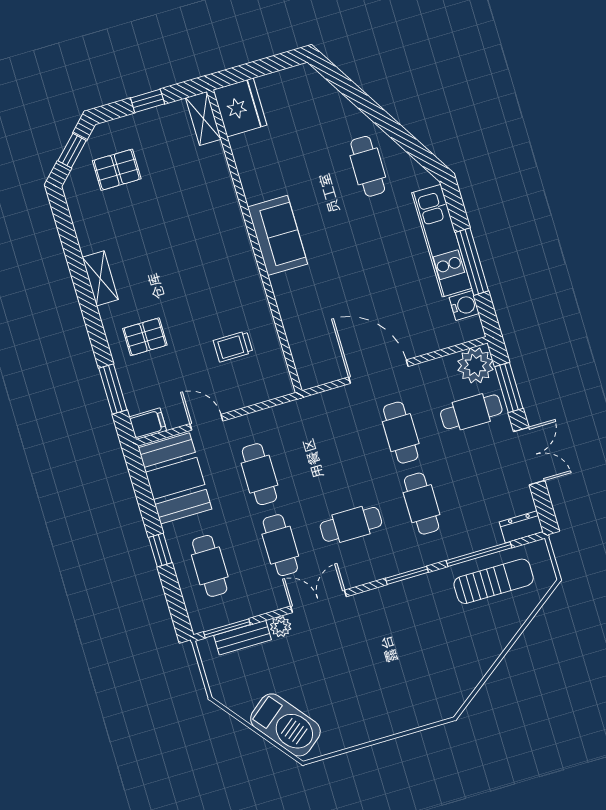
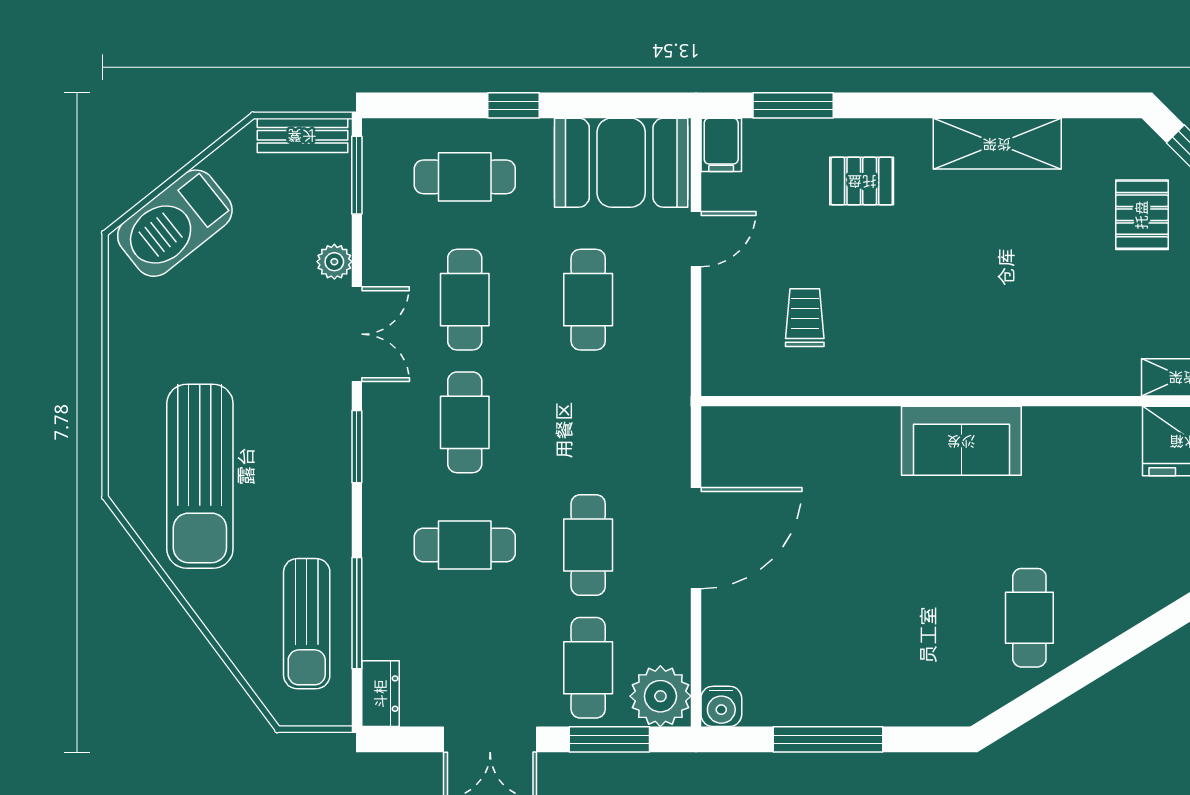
cafe table: (368, 166) -> (1029, 618), turned 90
kitchen unit: (442, 241) -> (876, 701), removed
shelving: (100, 278) -> (997, 144), width x1.50, depth x1.33
water cooler: (464, 306) -> (721, 706), moved
pallet: (145, 337) -> (862, 181), turned 90
cafe table: (401, 433) -> (588, 545), turned 90
cafe table: (259, 474) -> (588, 300), turned 90
cafe table: (280, 545) -> (465, 300), turned 90
window: (407, 575) -> (357, 447), moved
bench: (243, 638) -> (302, 135), moved, turned 90
sun lounger: (427, 668) -> (200, 476), added

